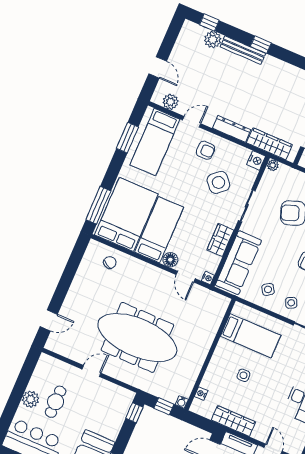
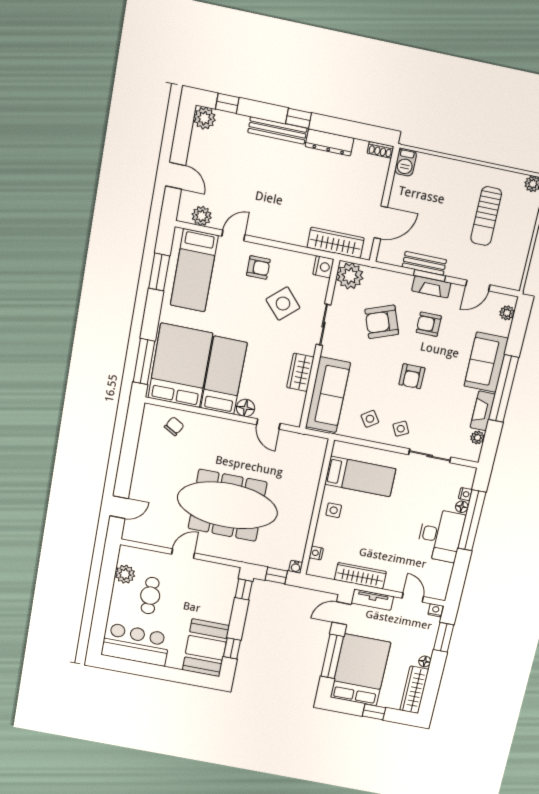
plant: (213, 40) -> (204, 118), moved
dresser: (232, 129) -> (330, 142), moved, turned 180
plant: (273, 165) -> (350, 276), width x1.87, depth x1.87
nightstand: (208, 278) -> (295, 420), removed
side table: (243, 375) -> (334, 510), moved
plant: (30, 399) -> (125, 574), moved

